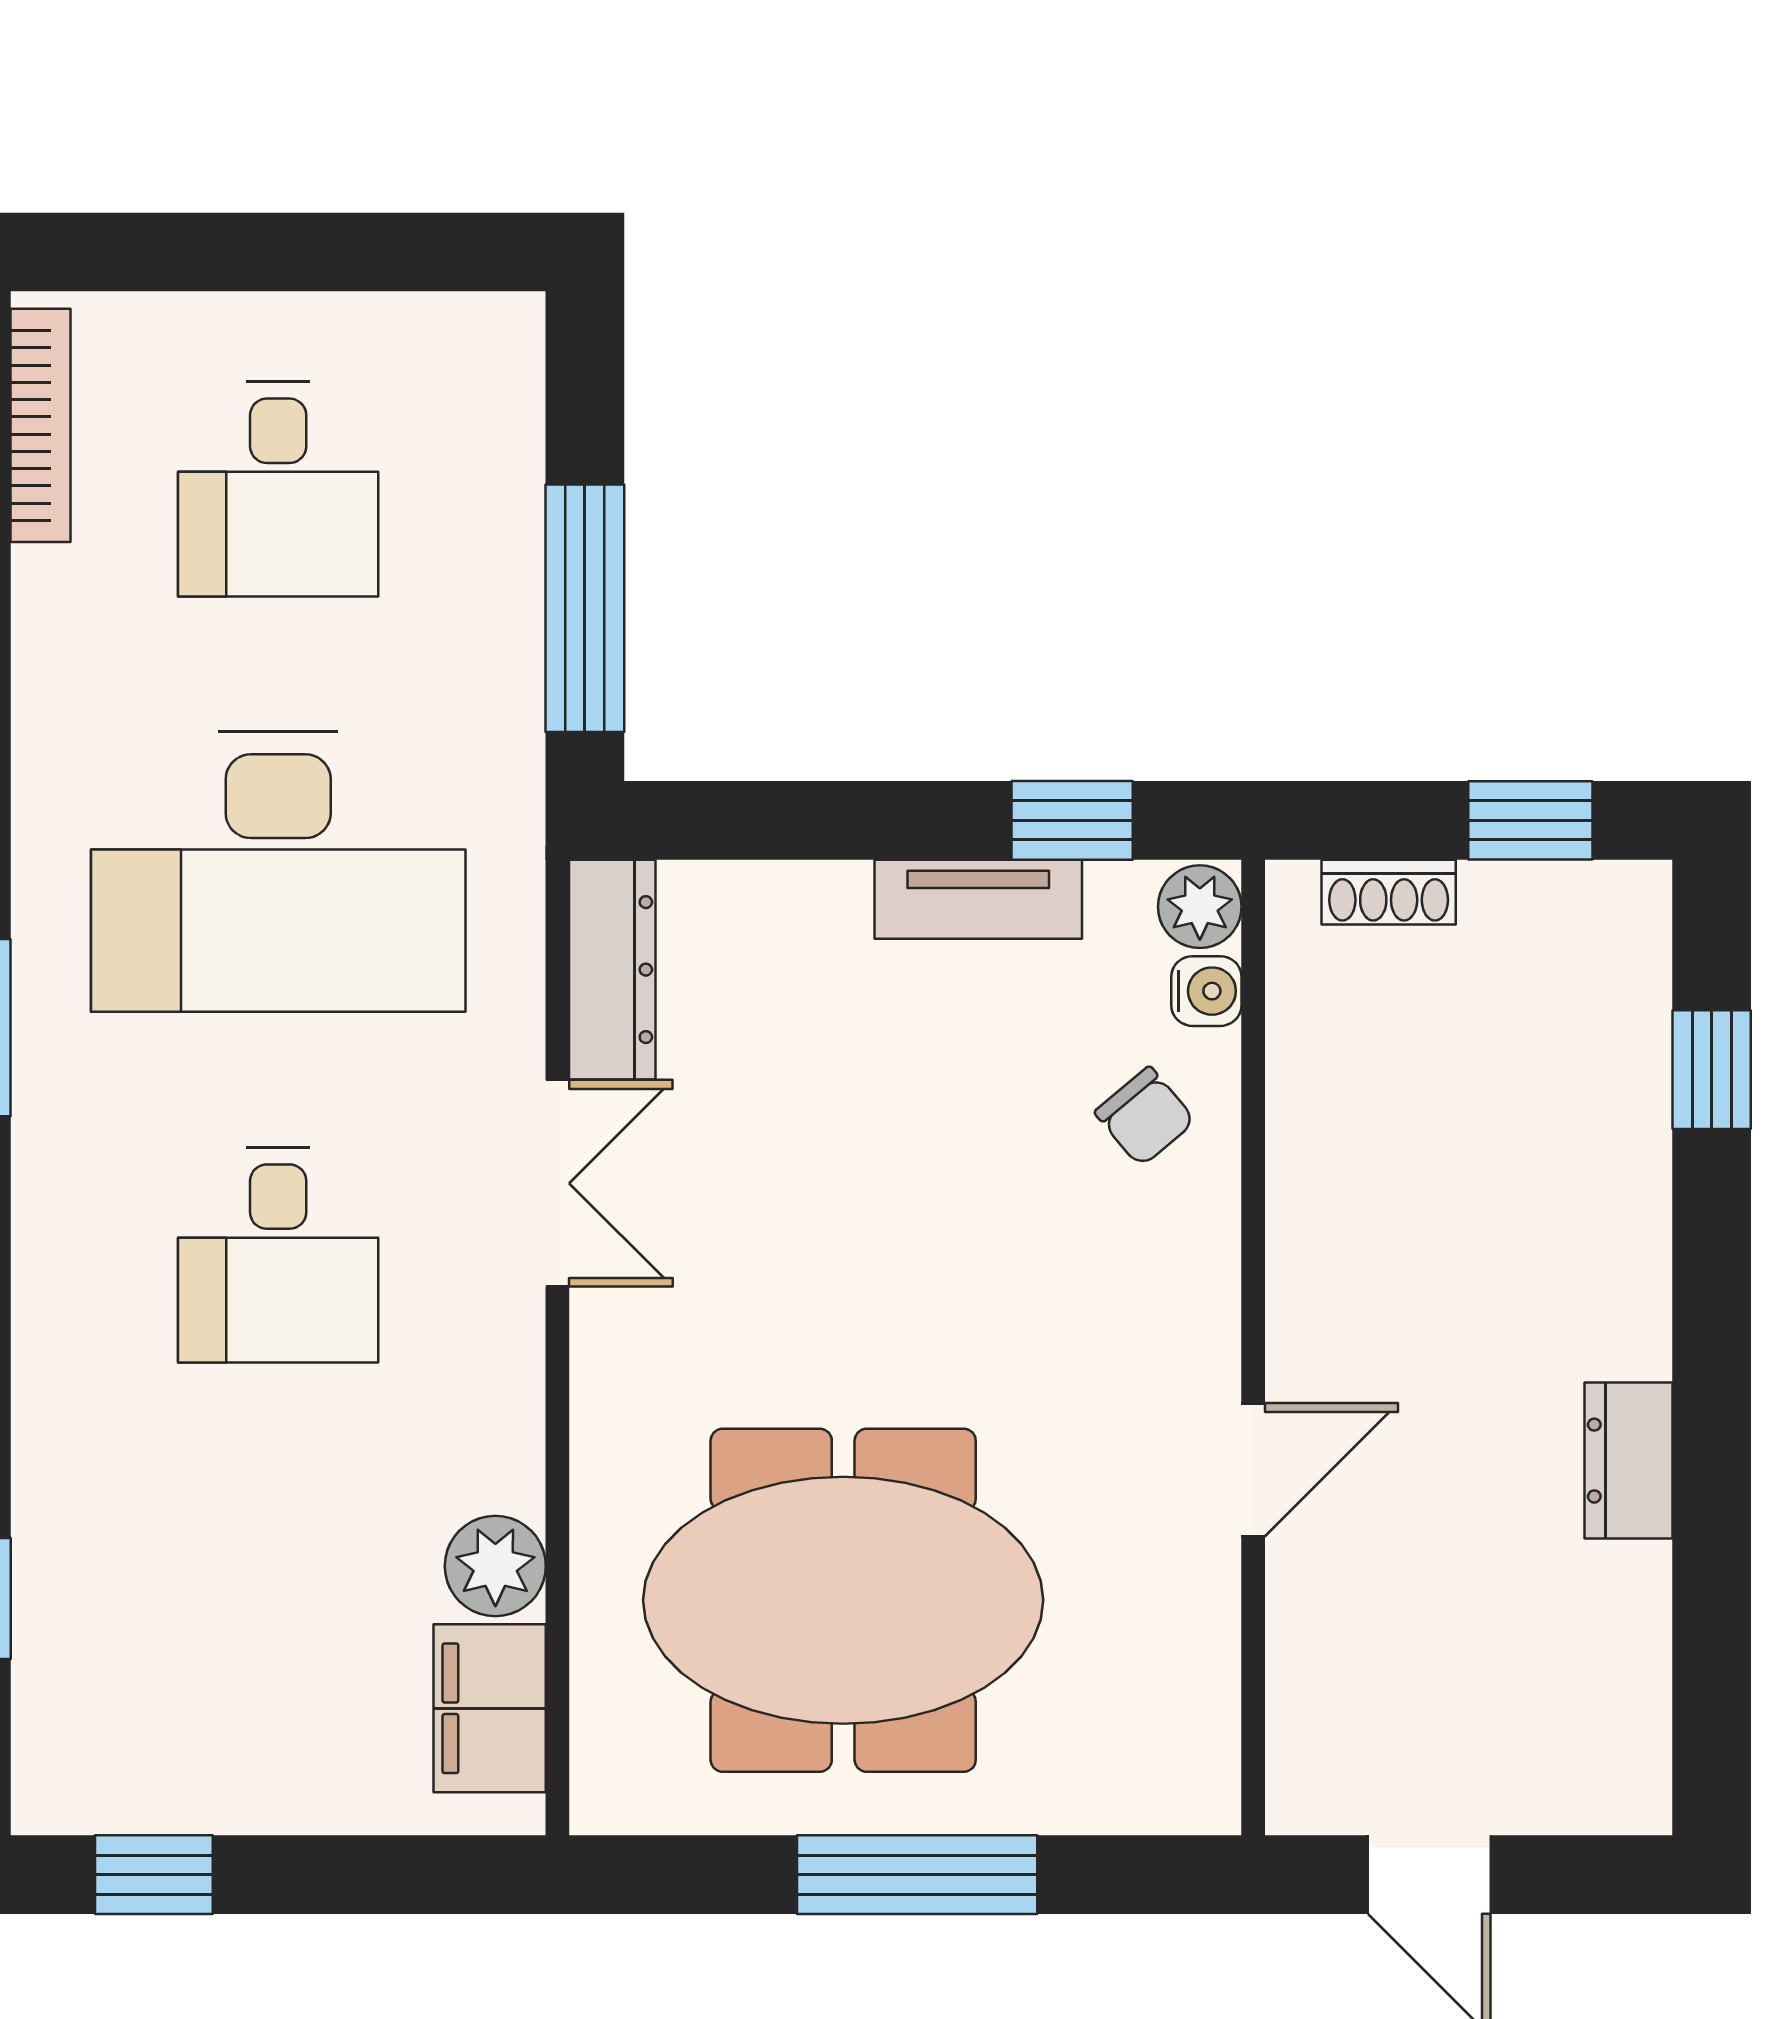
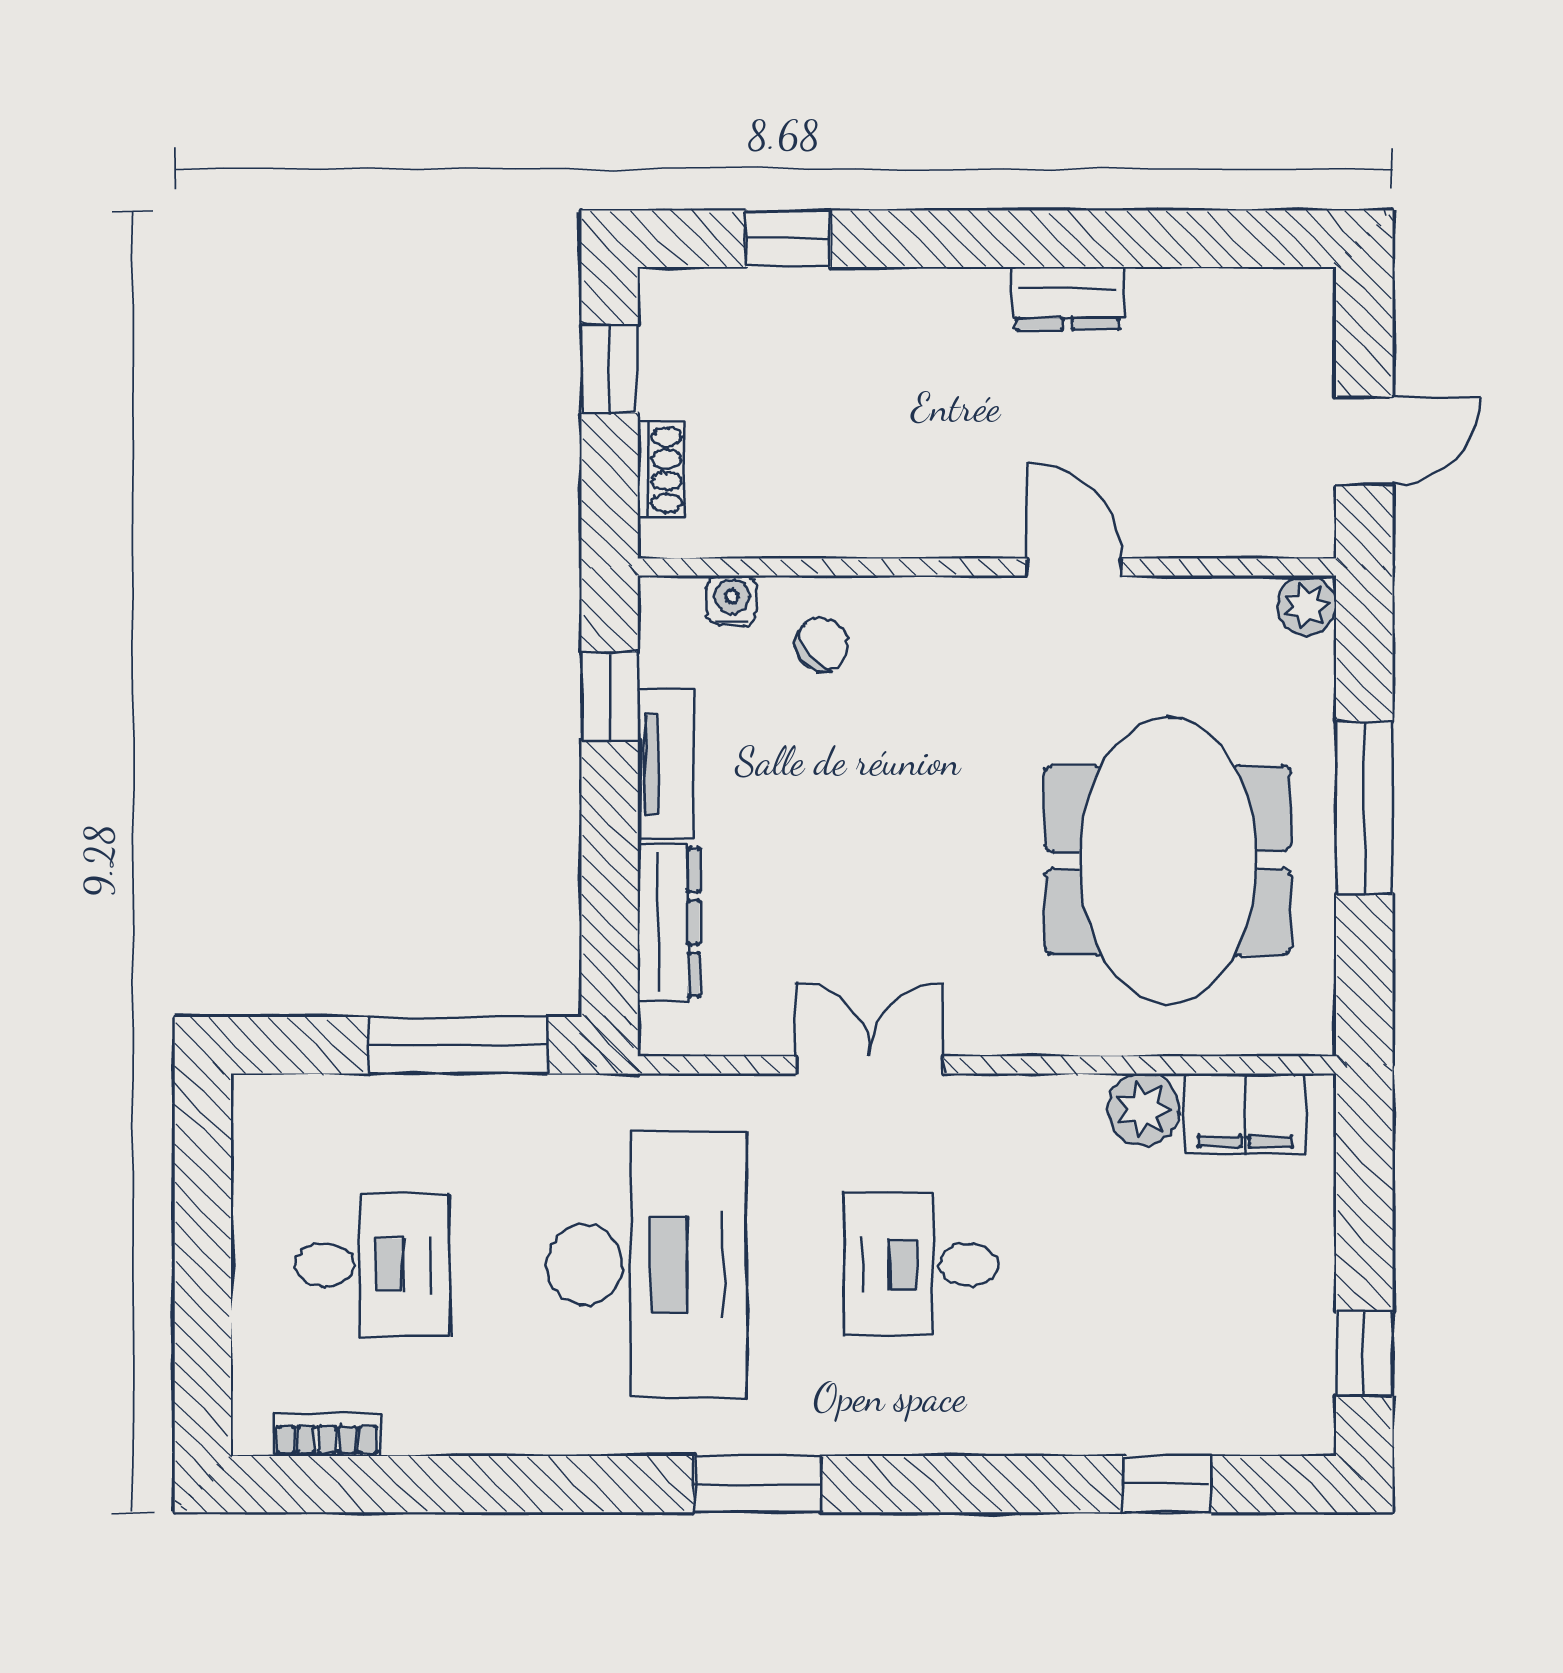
bookcase: (41, 425) -> (327, 1435), width x0.64
plant: (1200, 907) -> (1306, 605), moved
dresser: (612, 970) -> (669, 922), moved, turned 90
desk: (278, 1255) -> (921, 1265), turned 180

